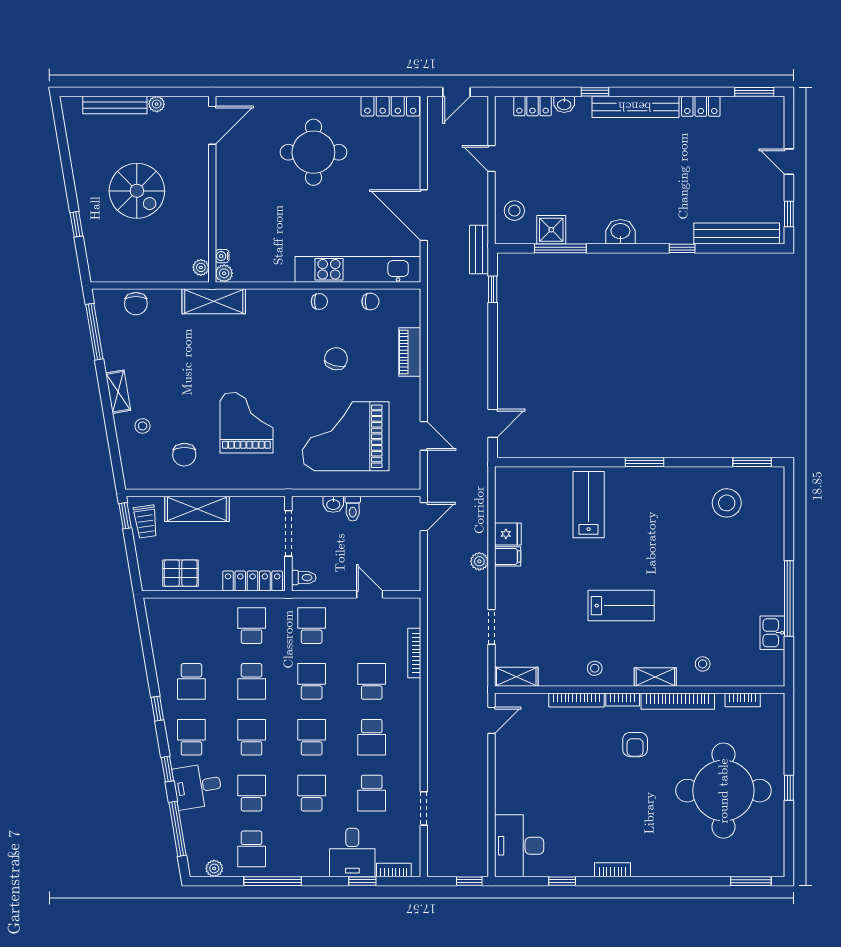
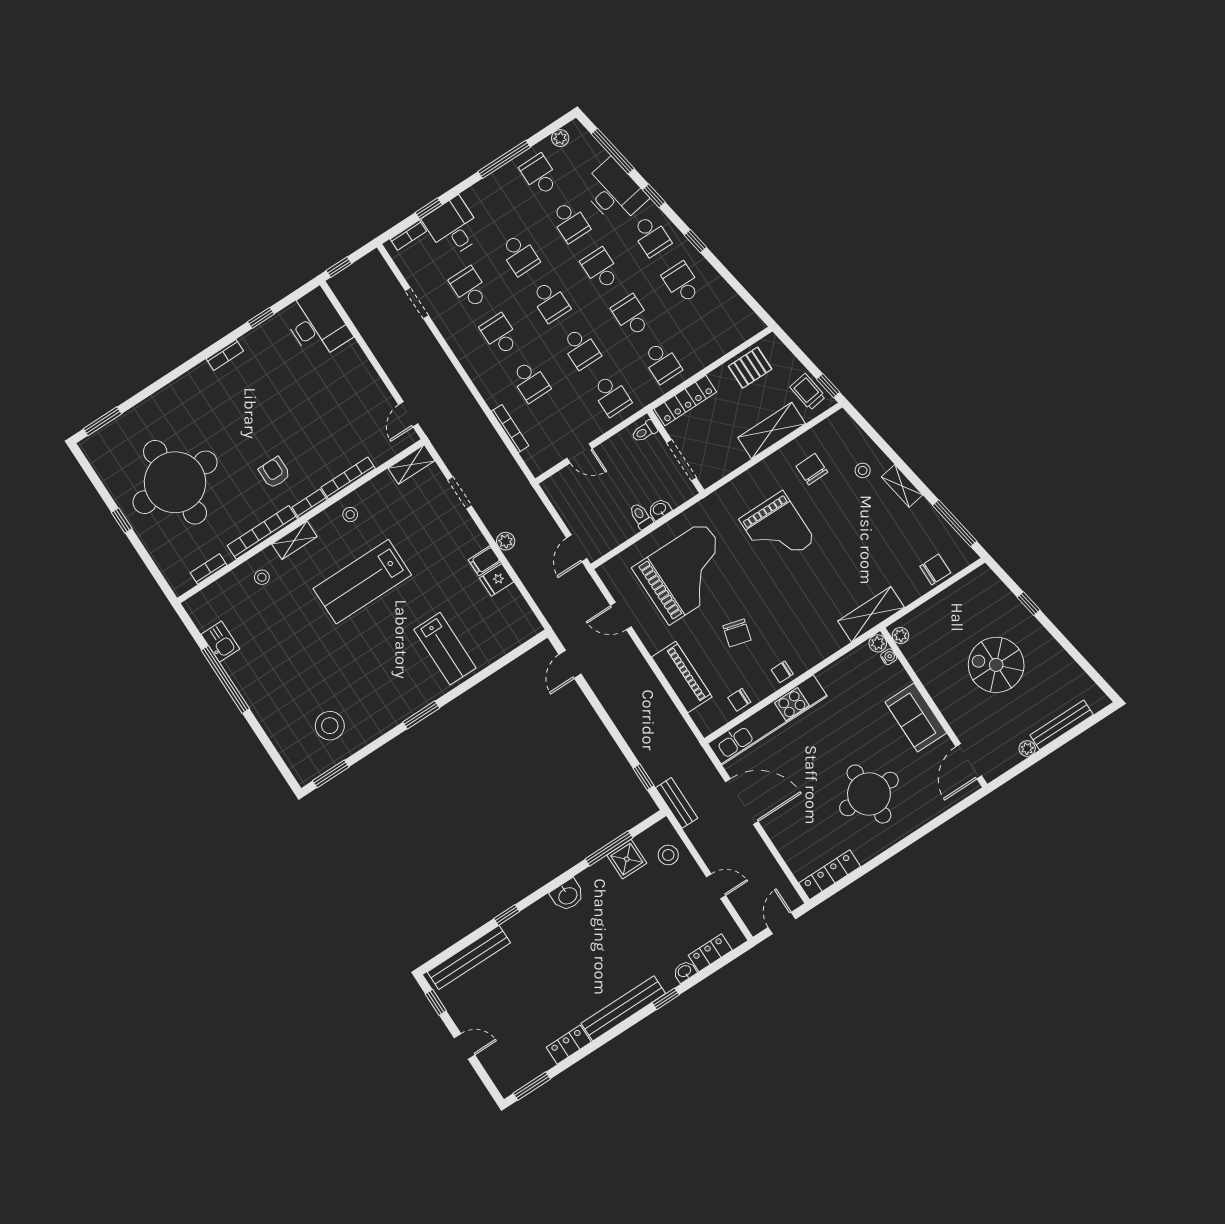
sofa: (233, 191) -> (916, 718), added
chair: (136, 304) -> (935, 570), turned 90
piano: (410, 352) -> (682, 677), width x1.37, depth x1.33
lab bench: (621, 606) -> (362, 582), width x1.36, depth x1.39
school desk: (252, 737) -> (601, 269), turned 180
desk: (198, 786) -> (614, 192), width x1.37

